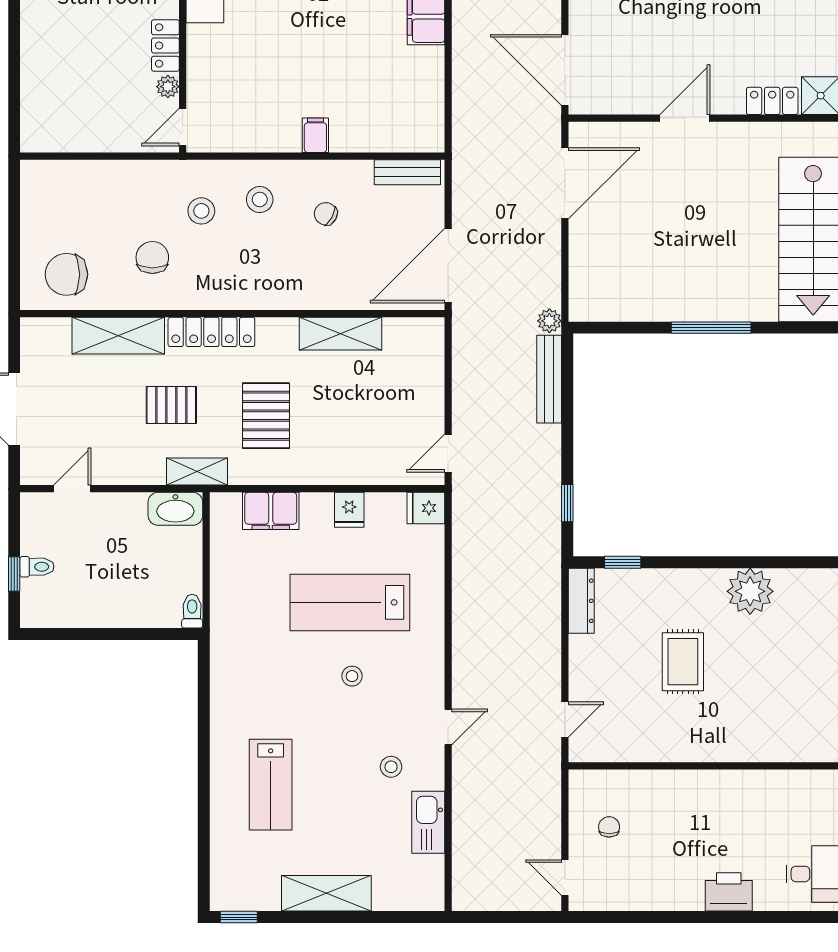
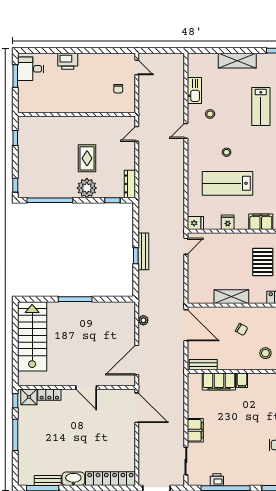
door: (685, 118) -> (86, 387), hinge flipped
filing cabinet: (370, 132) -> (219, 382), added
chair: (326, 214) -> (242, 329), moved
door: (448, 266) -> (186, 325), hinge flipped
plant: (549, 321) -> (143, 320), moved
bench: (549, 379) -> (143, 251), moved
window: (567, 503) -> (136, 256), moved
window: (771, 562) -> (50, 200), added
plant: (750, 591) -> (87, 188), moved
lab bench: (350, 602) -> (227, 183), turned 180
lab bench: (271, 785) -> (261, 106), turned 180

